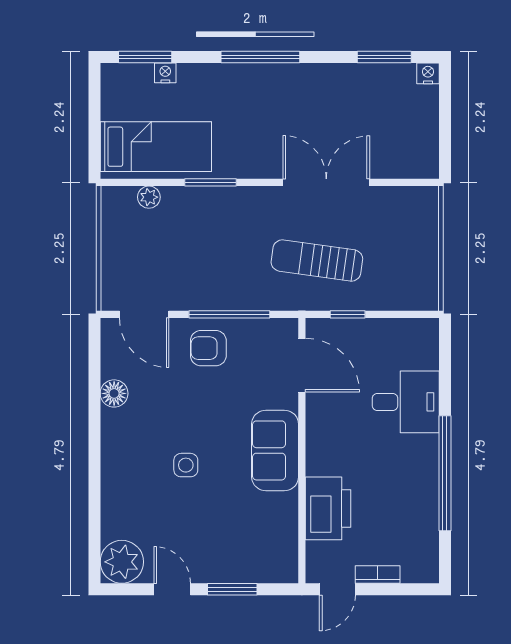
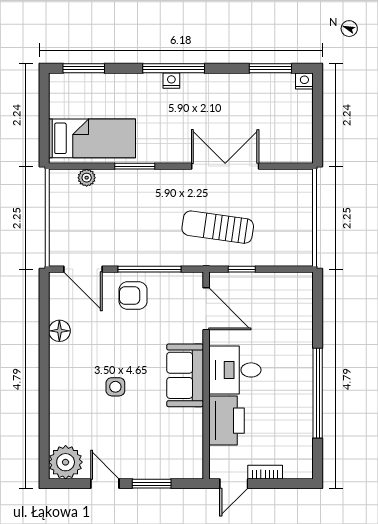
nightstand: (165, 73) -> (171, 81), moved
desk: (406, 402) -> (235, 370), moved, turned 180

